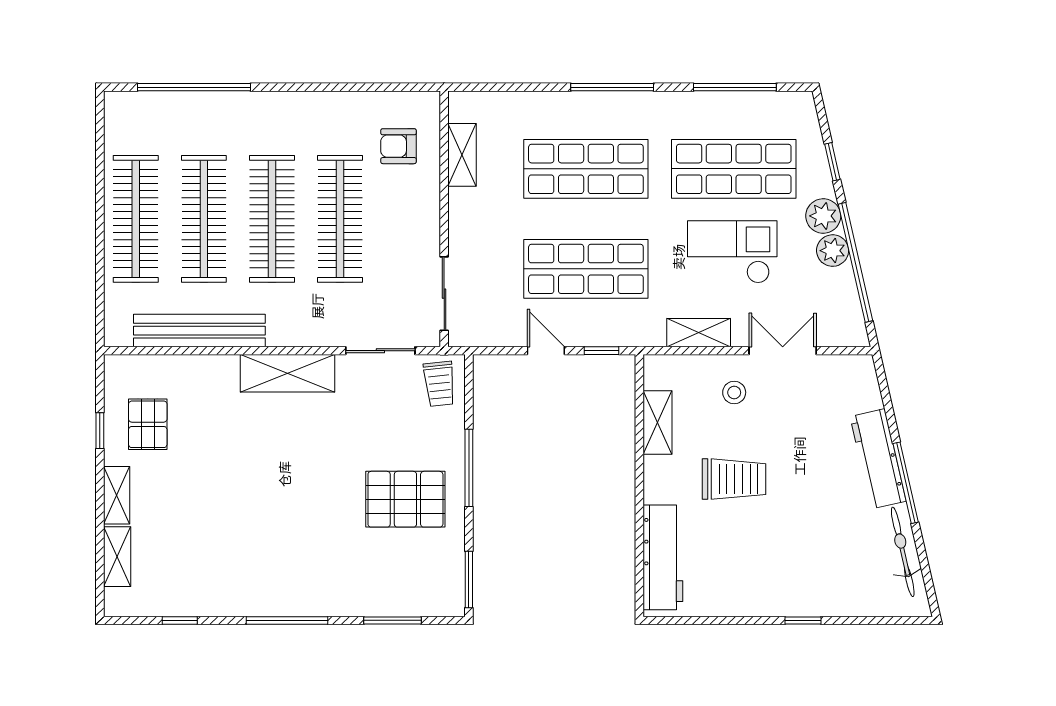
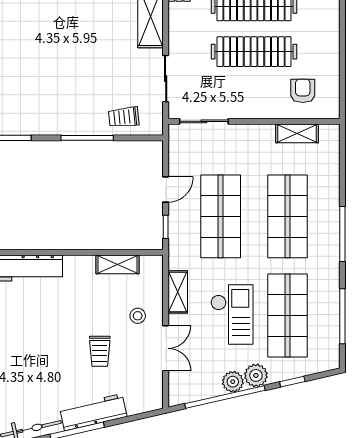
trolley: (439, 384) -> (124, 117), moved
trolley: (734, 479) -> (100, 351), moved, width x0.73, depth x0.72
pallet: (405, 499) -> (66, 95), removed

